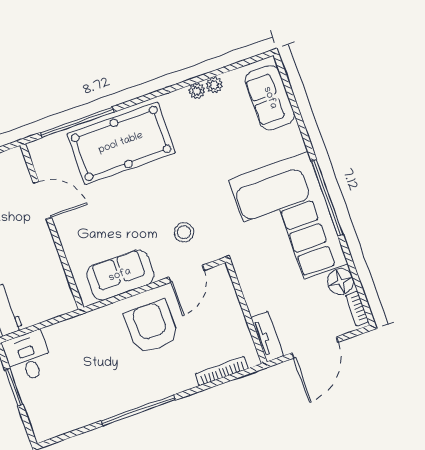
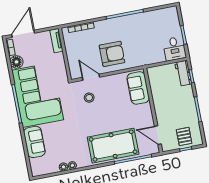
sofa: (270, 98) -> (34, 142), moved
door: (42, 200) -> (158, 135), moved
door: (187, 274) -> (91, 77), hinge flipped
sofa: (120, 275) -> (138, 88), moved, turned 90
armchair: (151, 327) -> (112, 54), turned -90
door: (315, 347) -> (23, 34), moved

